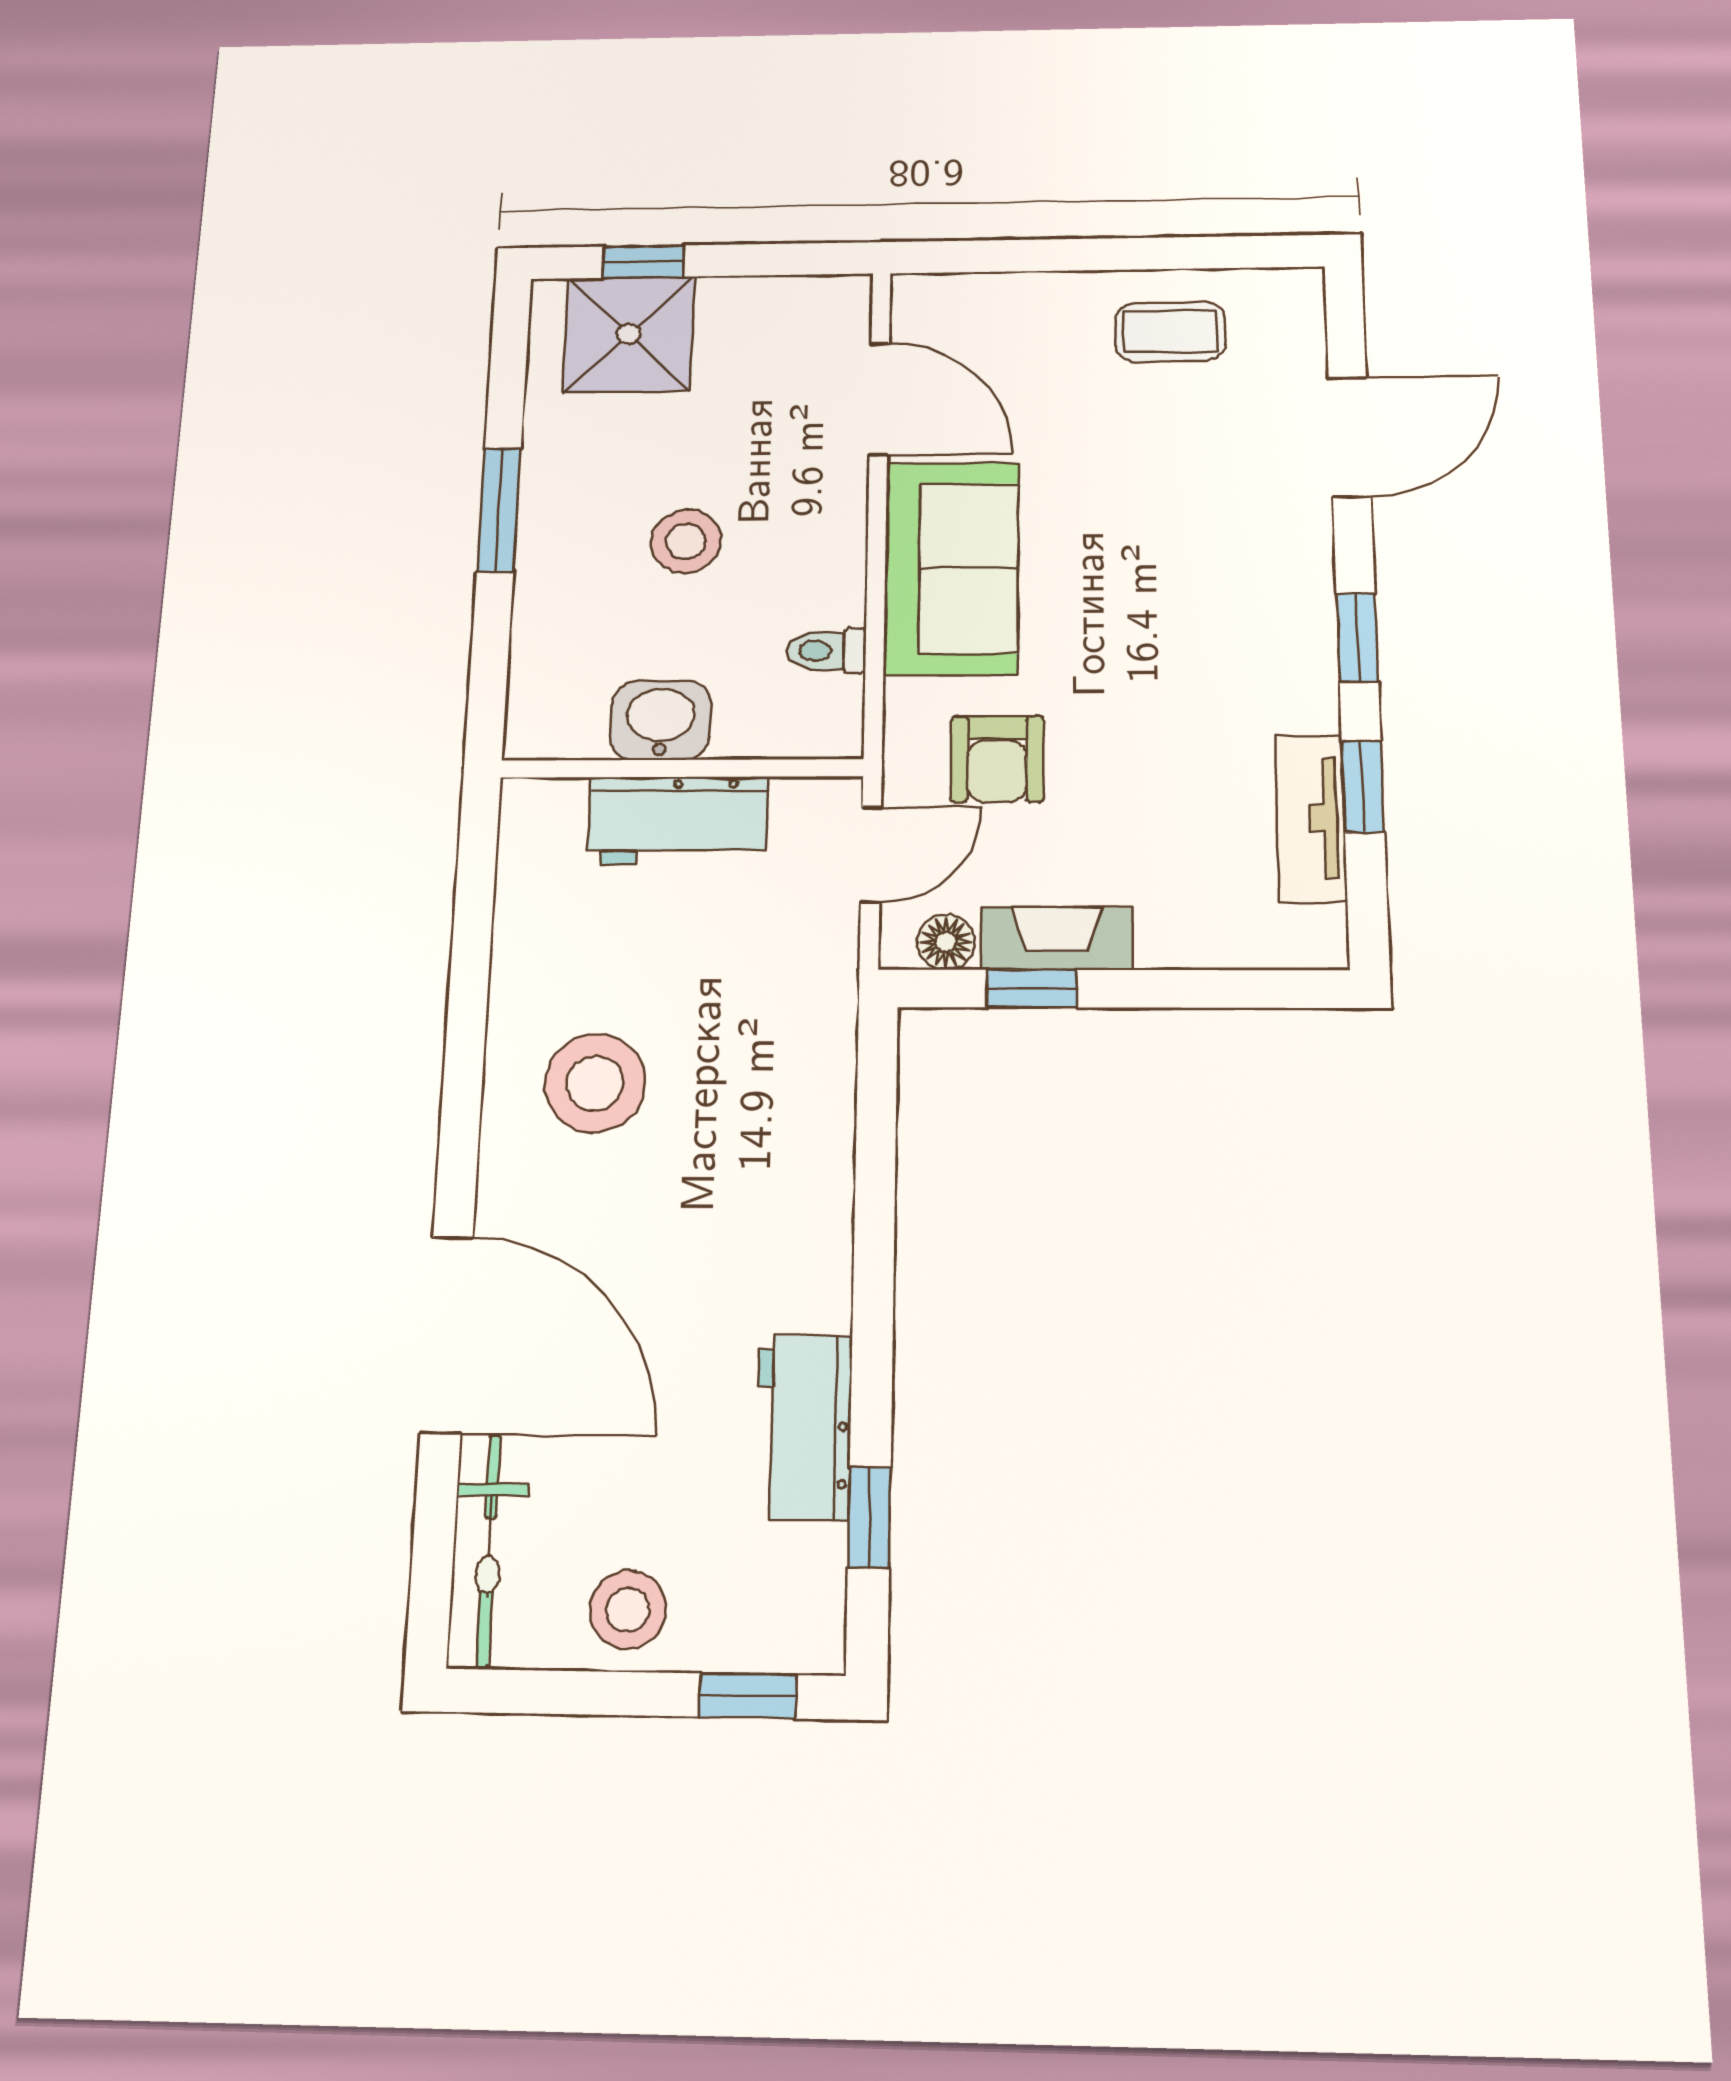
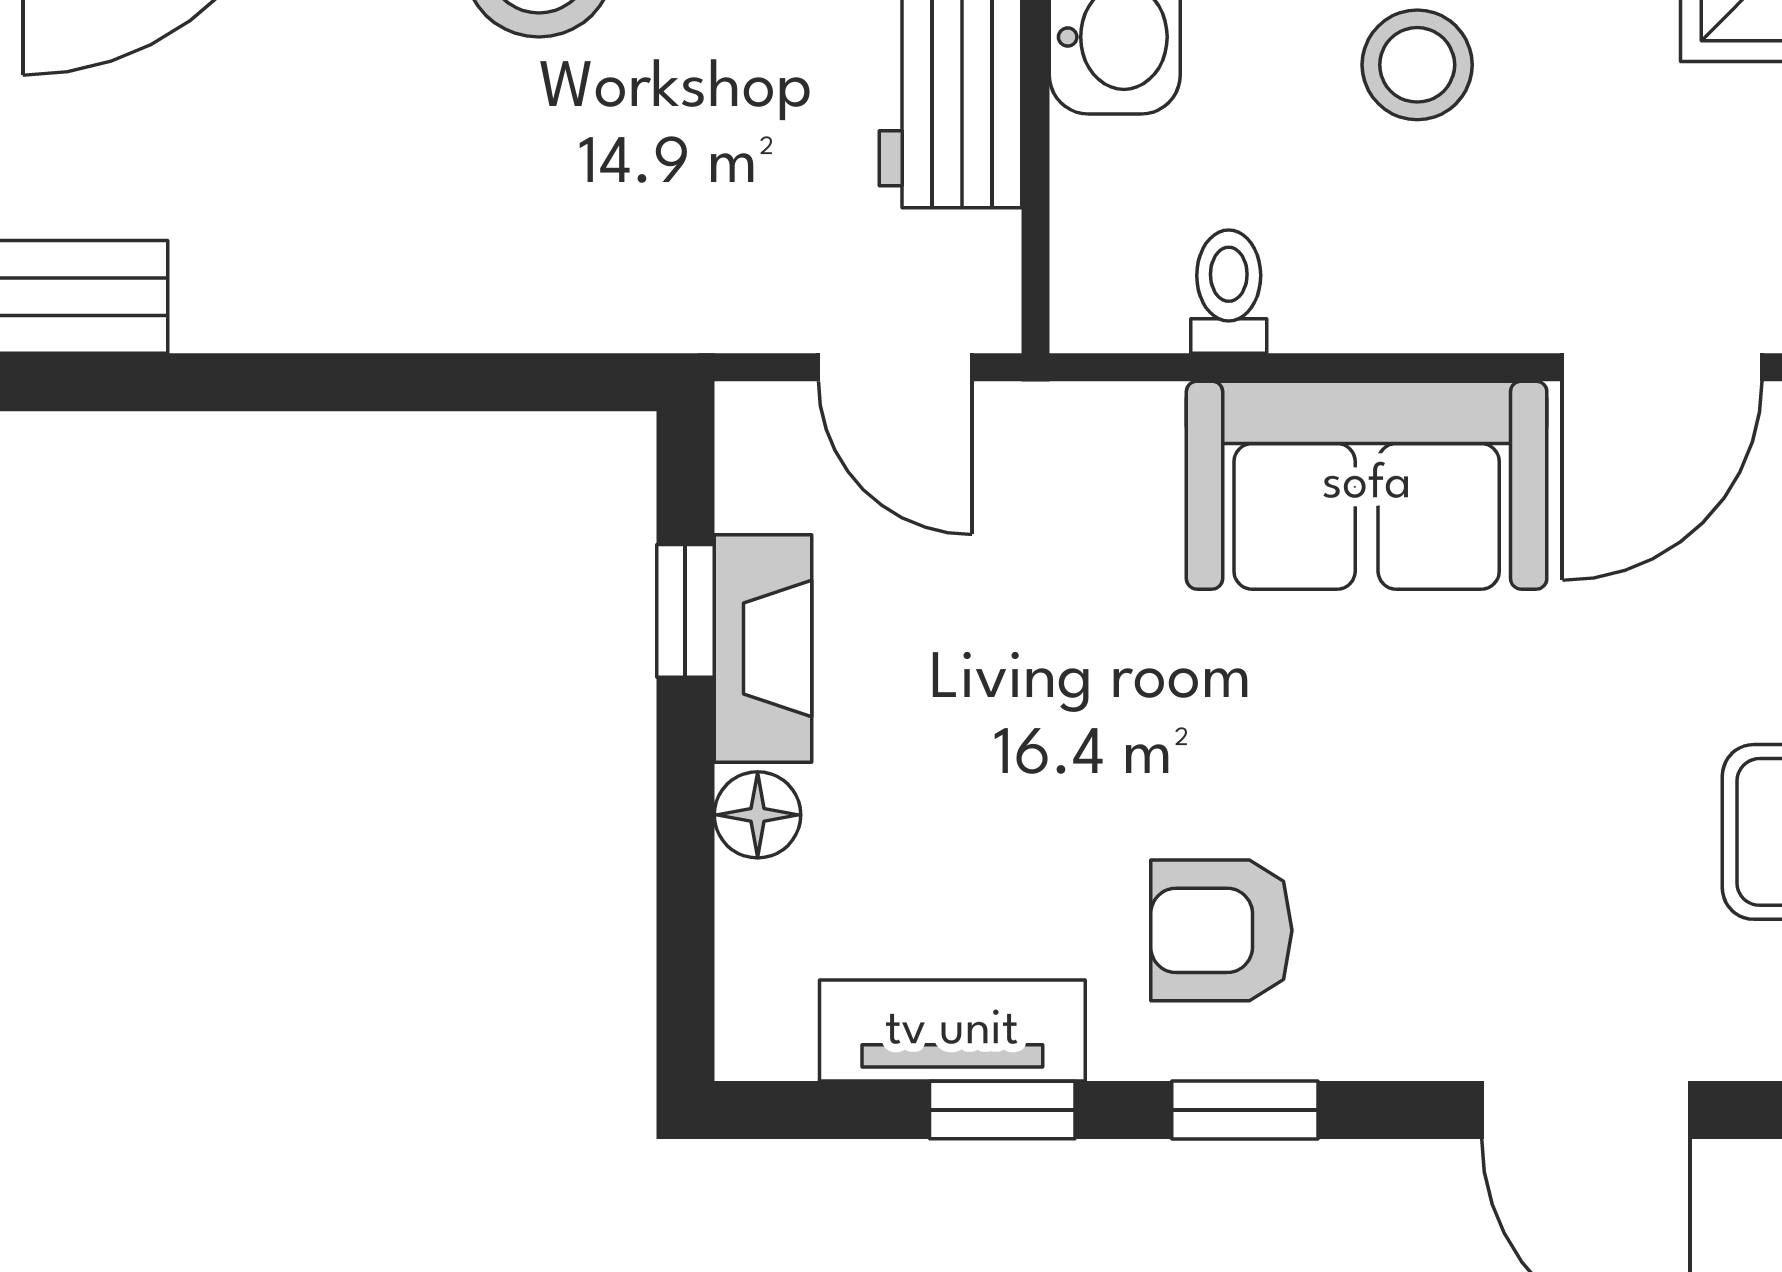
armchair: (997, 759) -> (1221, 930), moved
floor lamp: (946, 942) -> (758, 815), moved

